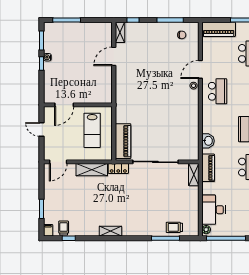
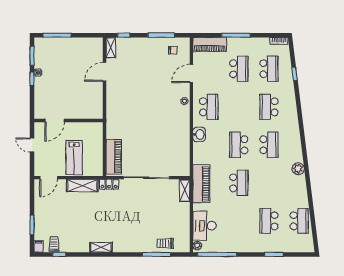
door: (200, 69) -> (191, 73), moved
lab bench: (92, 130) -> (74, 157), moved
washbasin: (208, 141) -> (199, 134), moved
piano: (208, 168) -> (201, 184), width x1.37, depth x1.33

